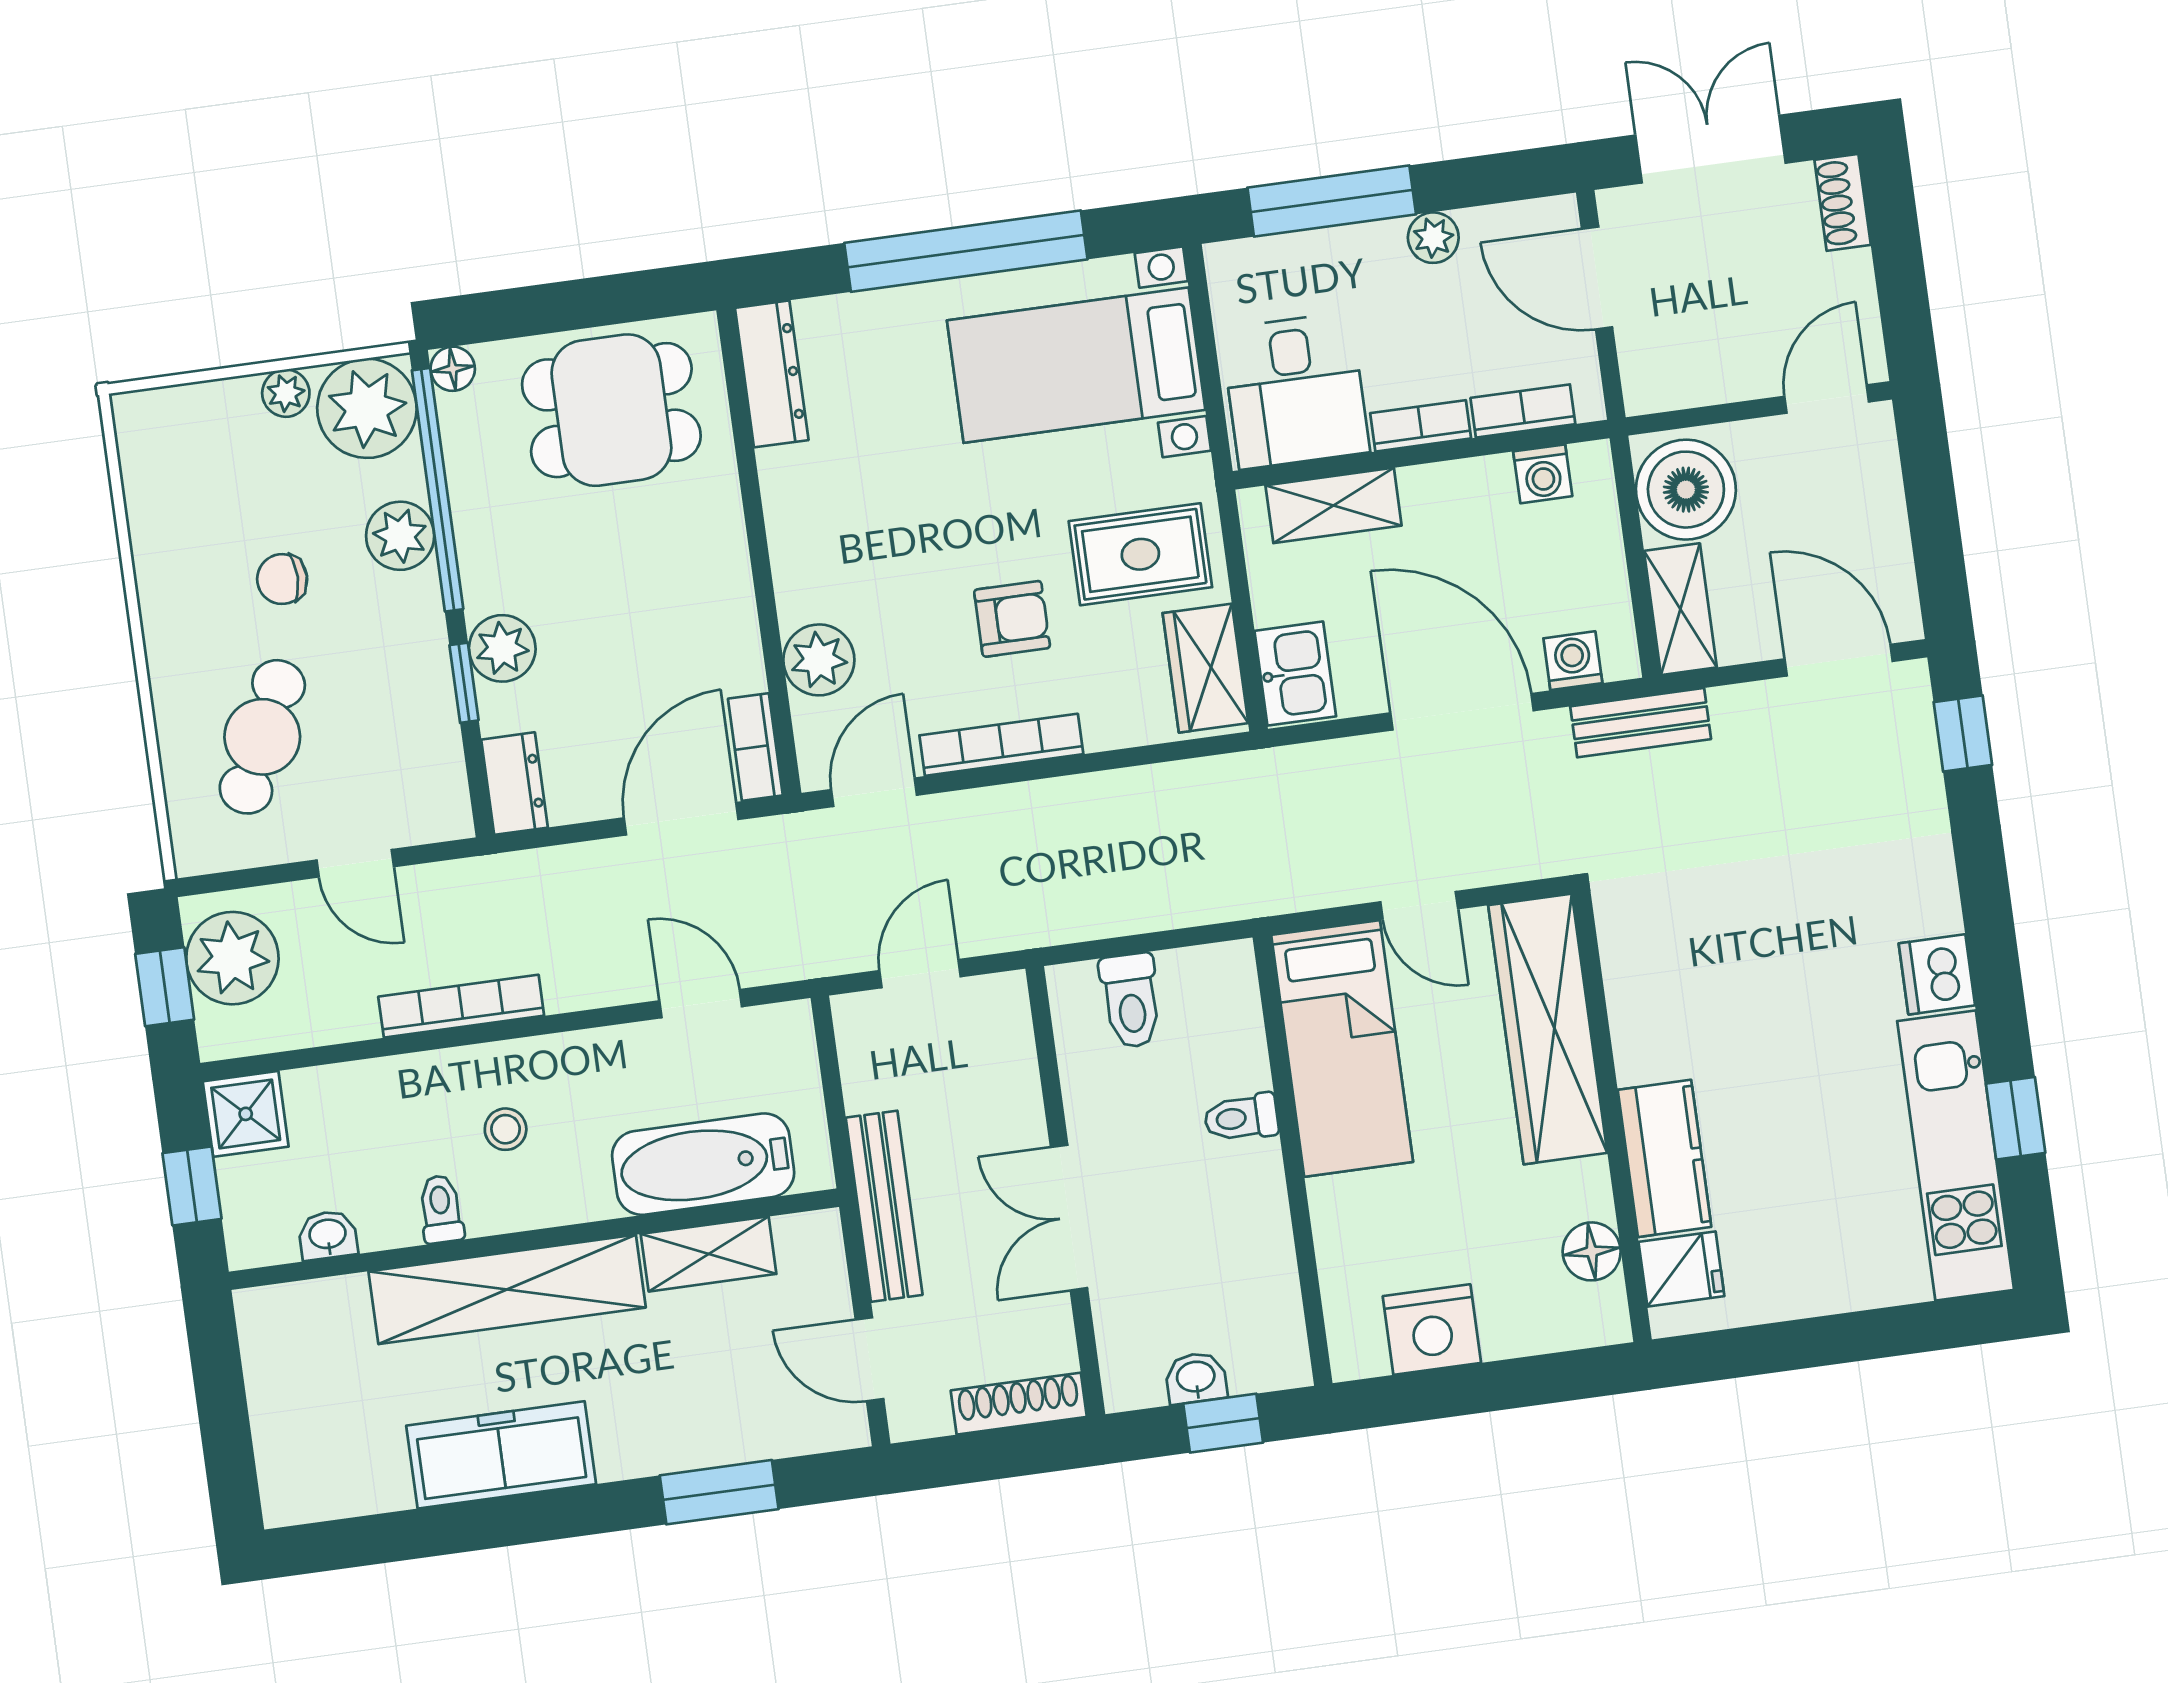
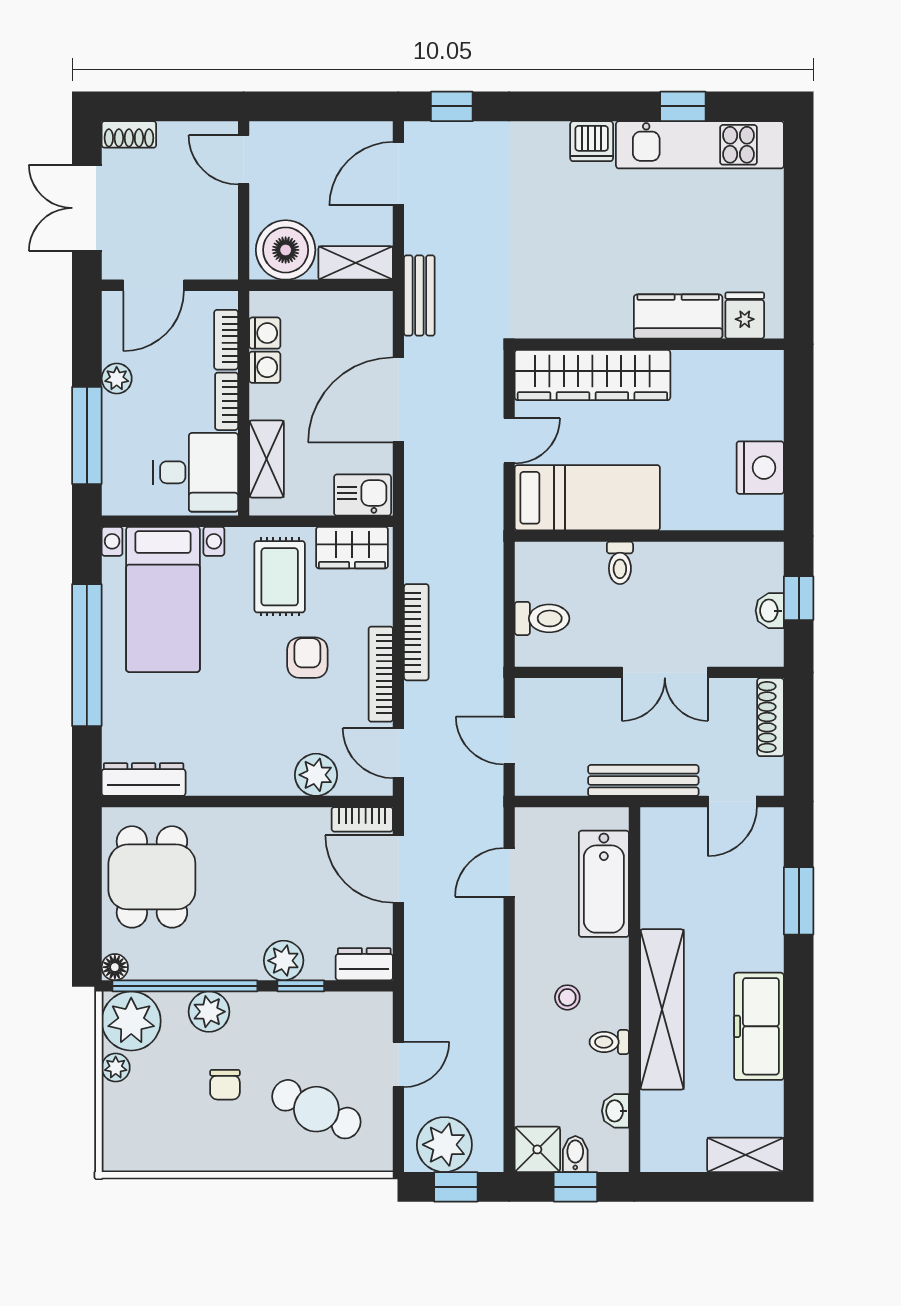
washing machine: (1573, 661) -> (265, 367), moved, turned 180
bookcase: (461, 1006) -> (416, 632), moved, turned 180
bidet: (247, 1178) -> (575, 1154), added
floor lamp: (1592, 1251) -> (727, 367), removed
shelving: (709, 1254) -> (745, 1155), moved, turned 90

